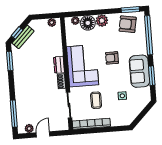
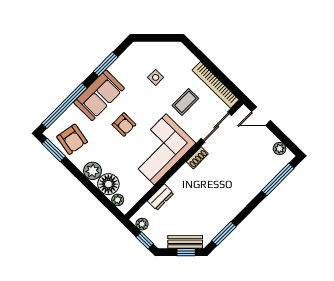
window: (42, 17) -> (145, 240), added
dresser: (59, 65) -> (161, 197), moved
sofa: (139, 71) -> (99, 95), moved
door: (43, 134) -> (261, 116), moved

